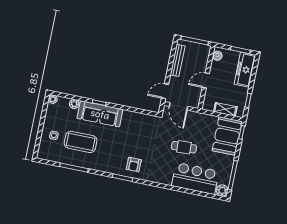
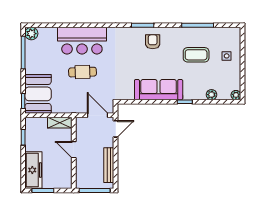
boiler: (217, 56) -> (67, 179), removed
door: (206, 80) -> (74, 150), swing flipped
shelving: (225, 109) -> (60, 123), moved
sofa: (100, 114) -> (159, 90), moved
coffee table: (81, 142) -> (196, 55), width x0.73, depth x0.76
armchair: (134, 164) -> (153, 42), moved
bar counter: (195, 178) -> (82, 41), moved

